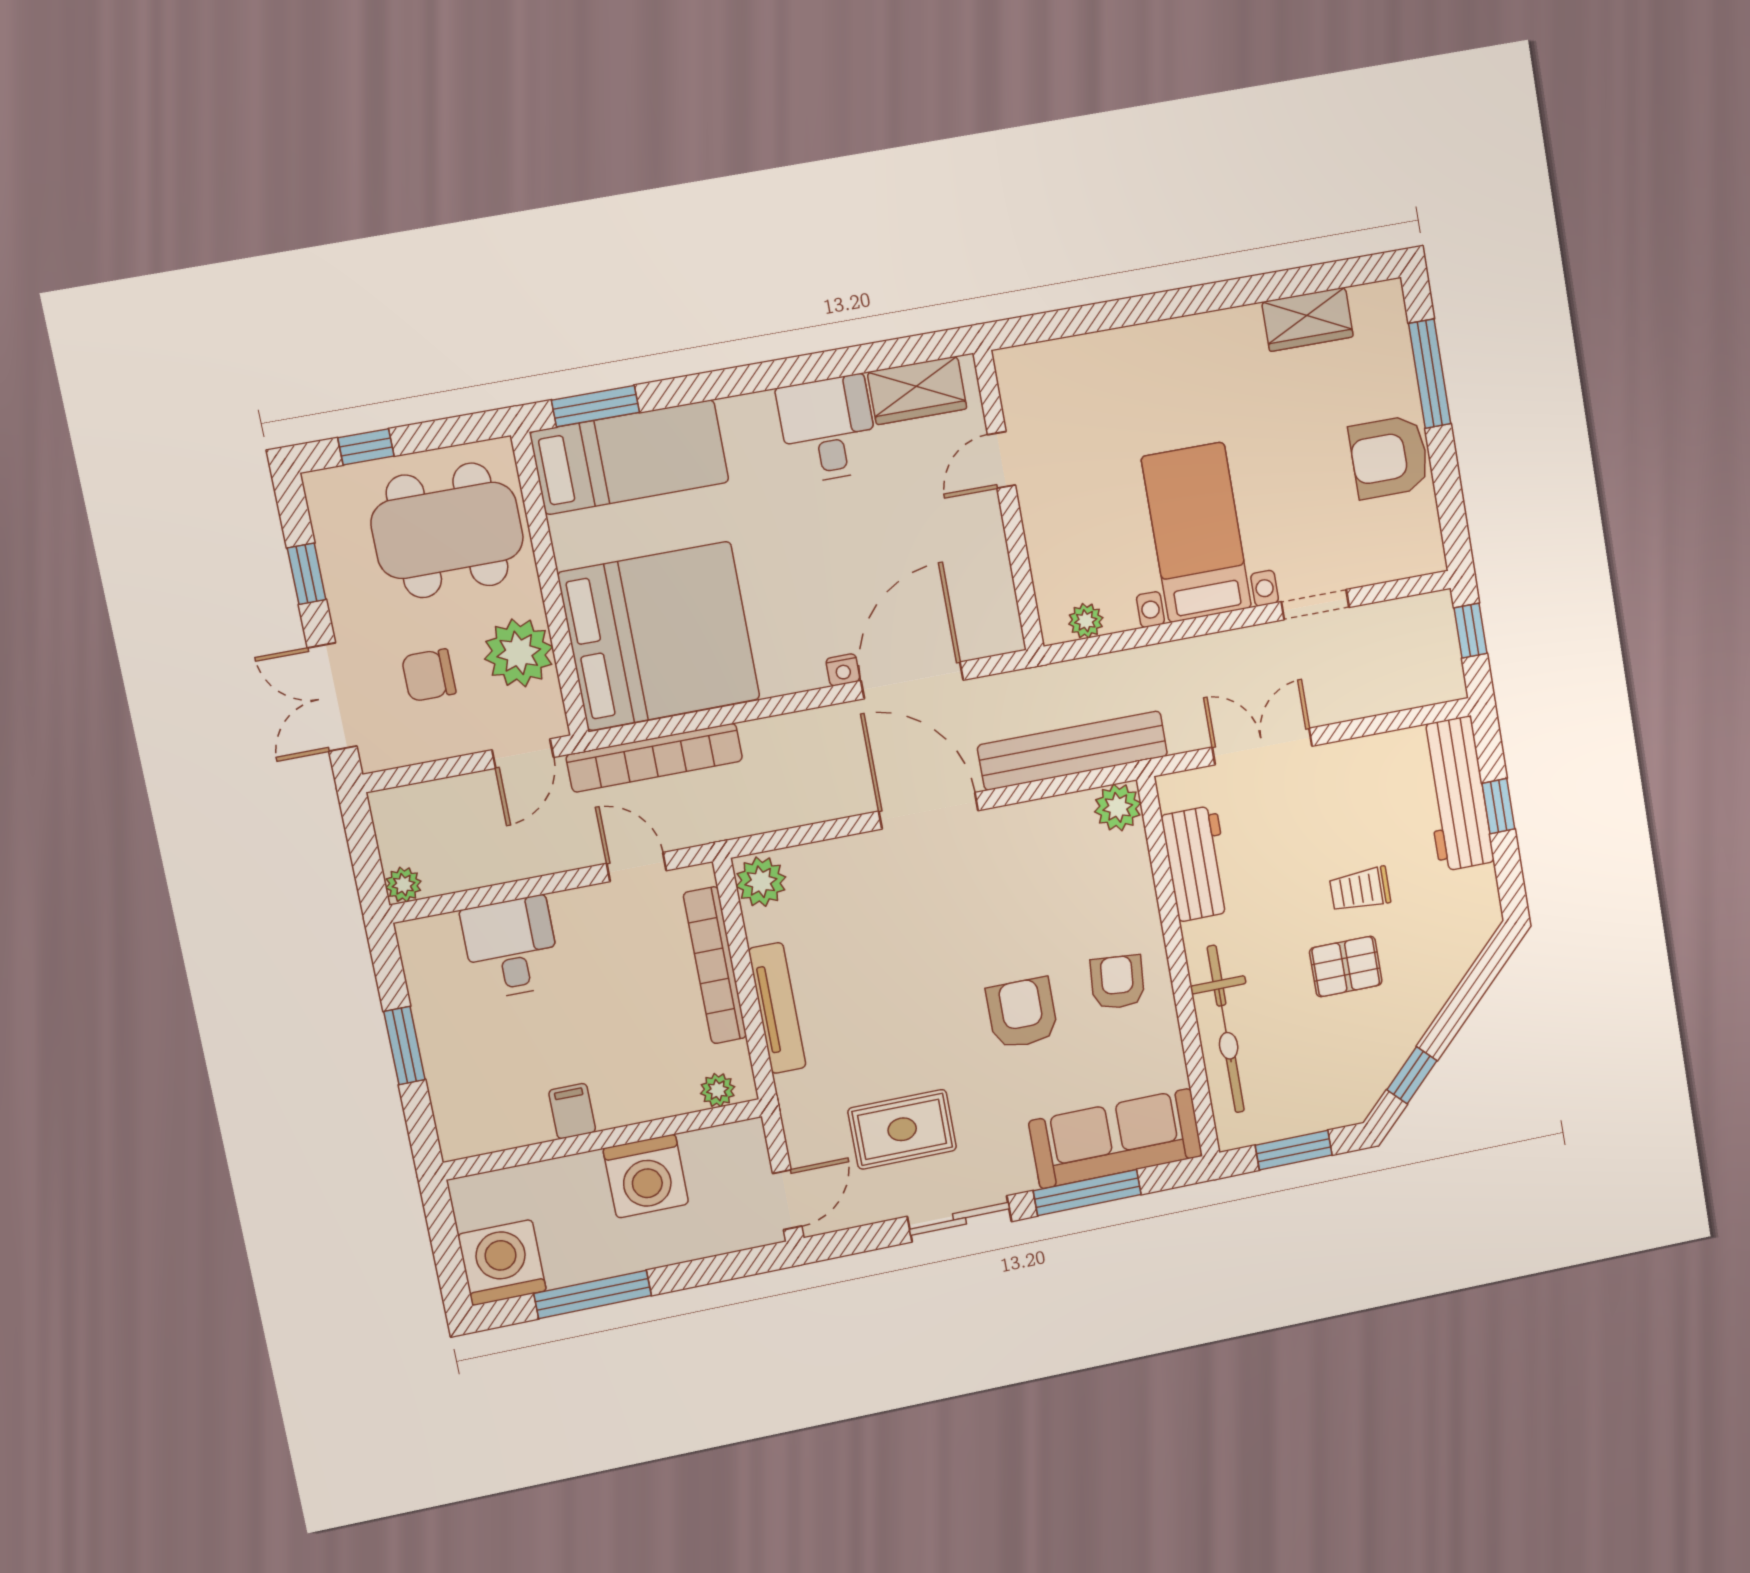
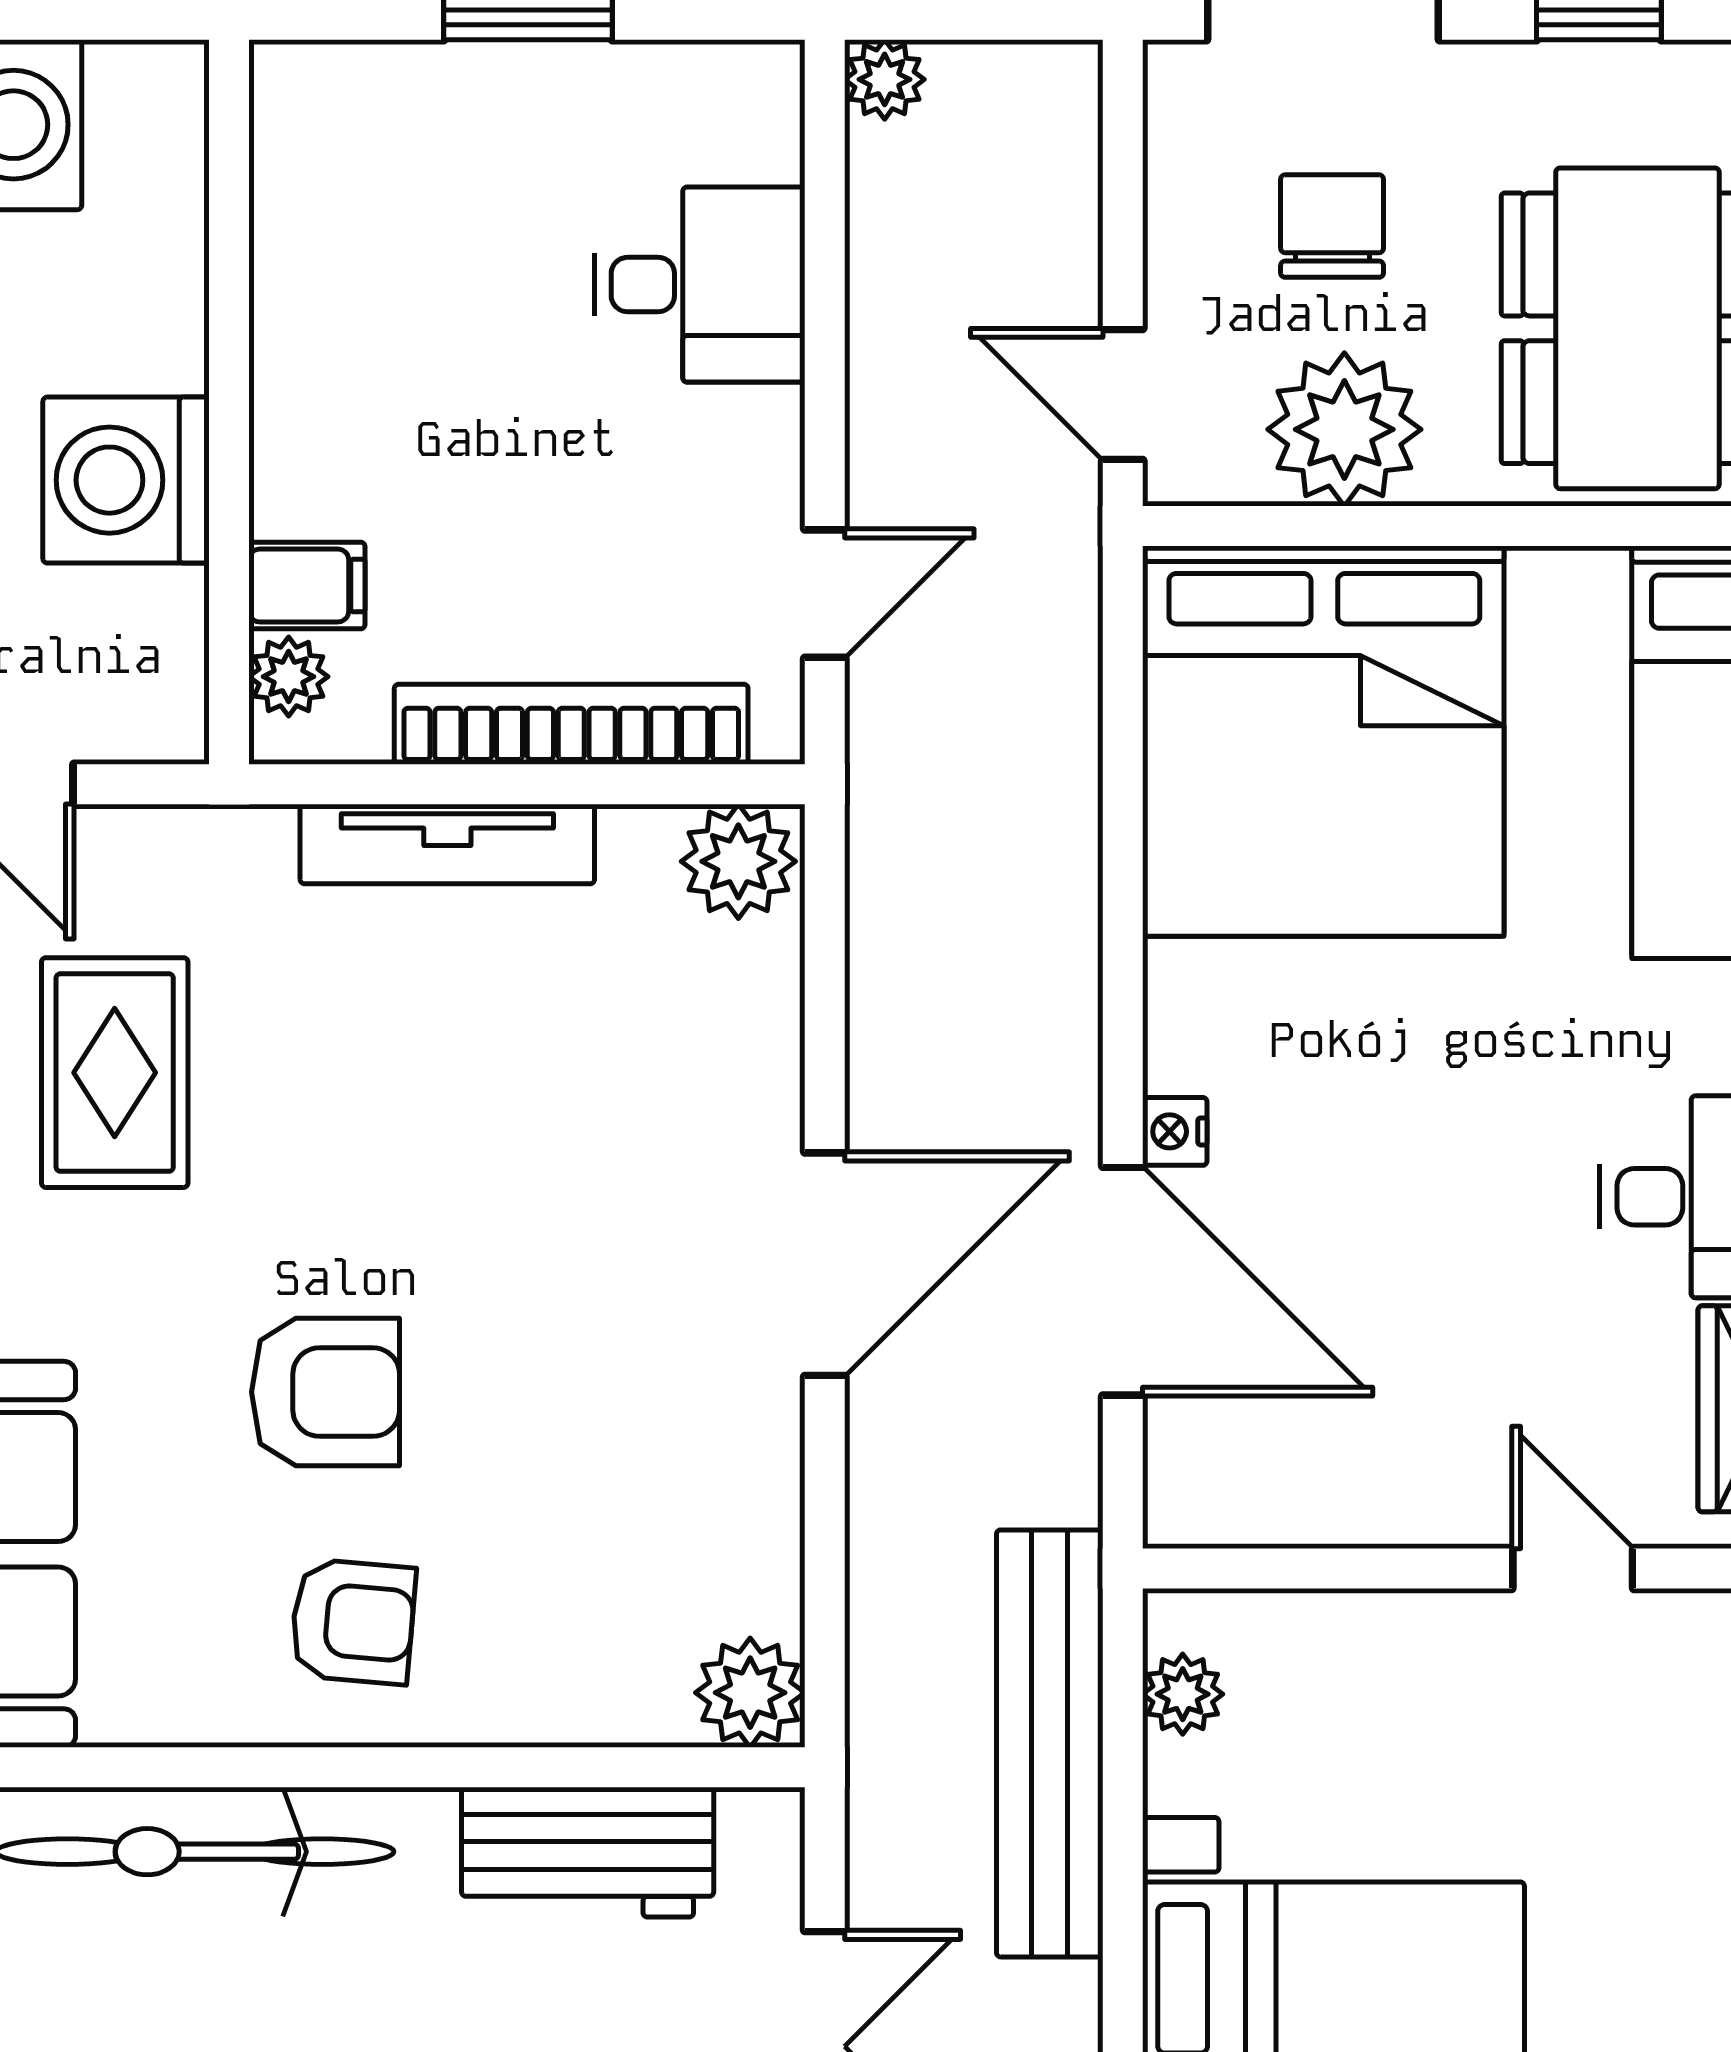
bench: (1073, 751) -> (1050, 1743), moved
bookcase: (654, 758) -> (1059, 680), removed
filing cabinet: (572, 1111) -> (307, 586), moved

